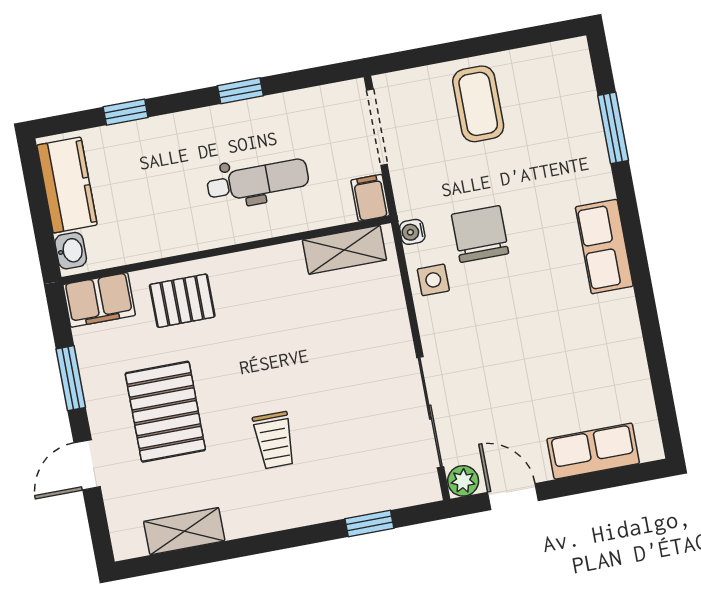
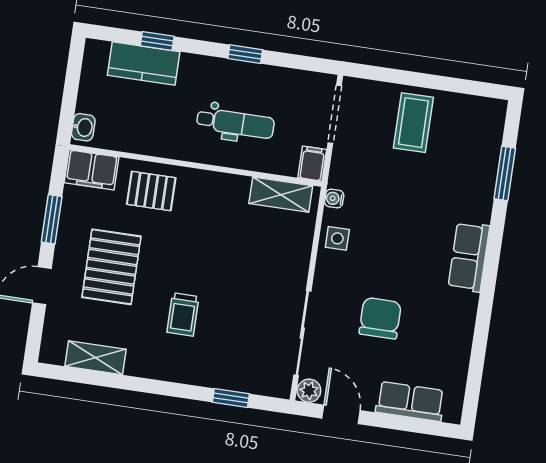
kitchen counter: (67, 185) -> (144, 64), moved, turned 90
chair: (480, 234) -> (380, 318), moved

